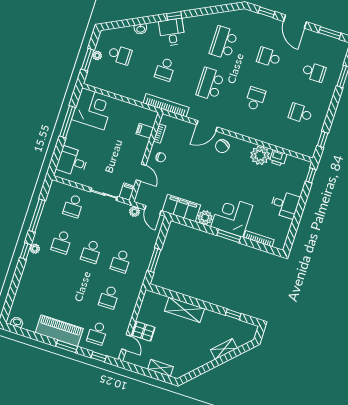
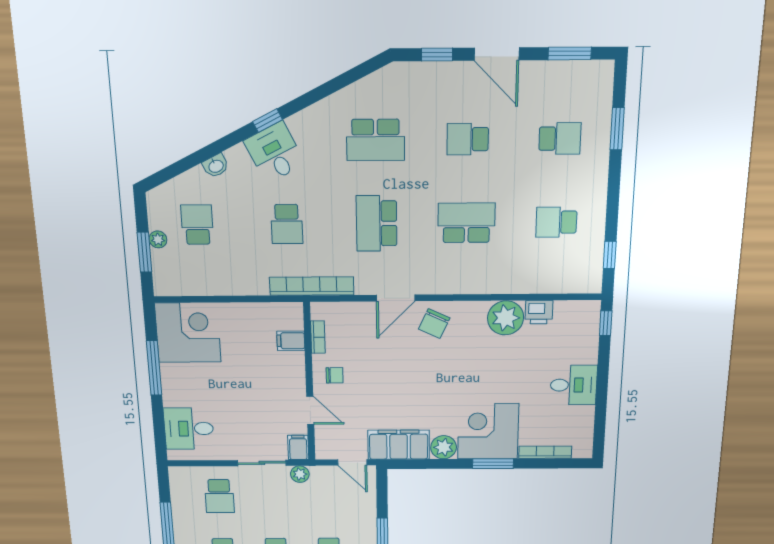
school desk: (224, 43) -> (376, 140), turned -90
school desk: (120, 55) -> (197, 225), turned -90
school desk: (255, 99) -> (466, 223), width x1.85
plant: (134, 212) -> (300, 474), moved

